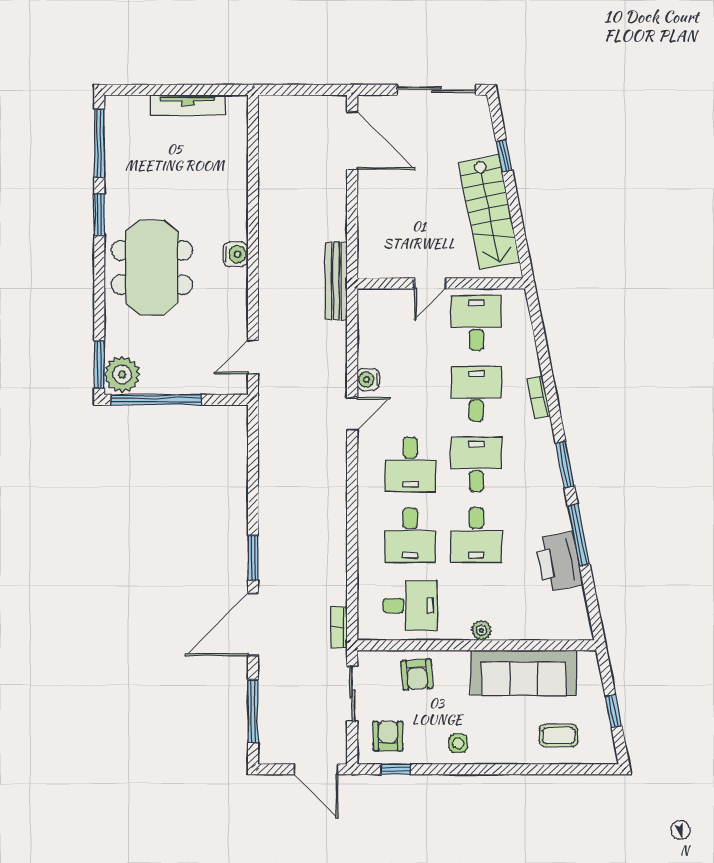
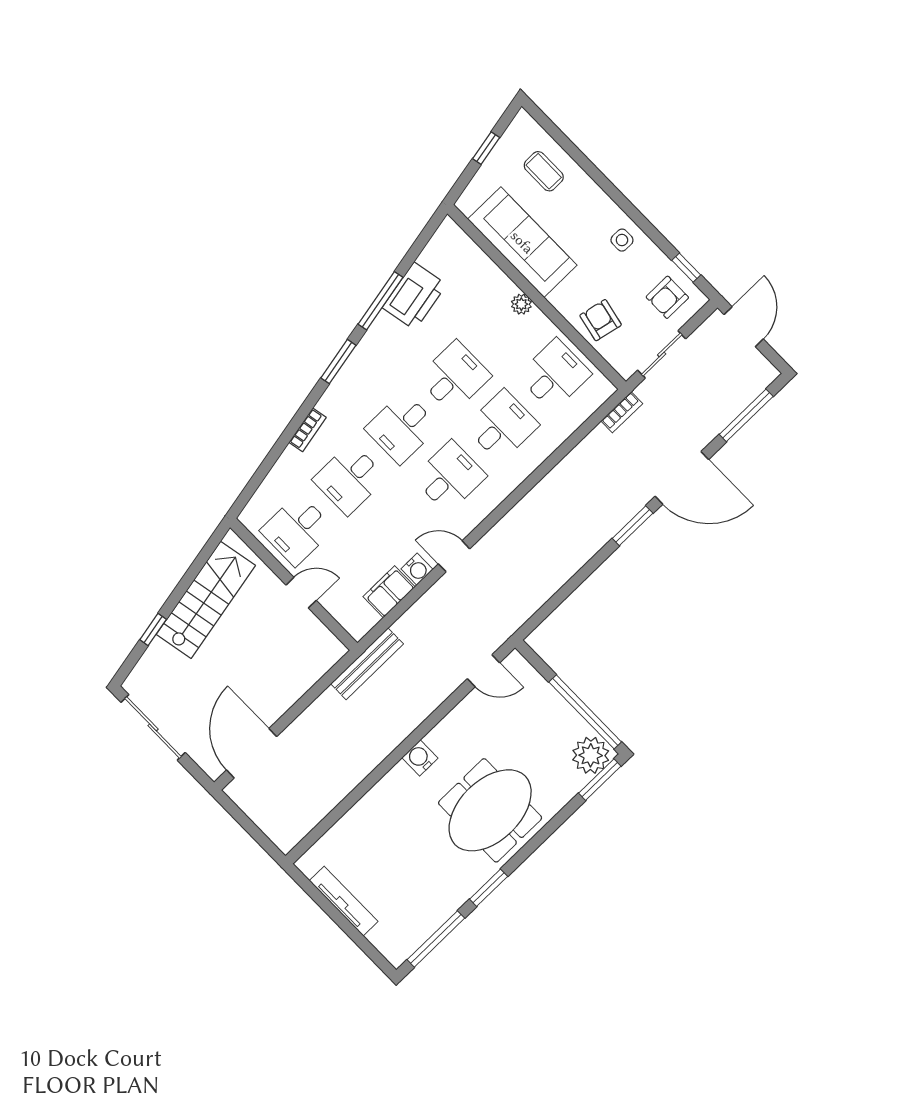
filing cabinet: (371, 345) -> (389, 592), added
desk: (410, 606) -> (554, 375), turned 90
armchair: (417, 675) -> (601, 320), turned -74

